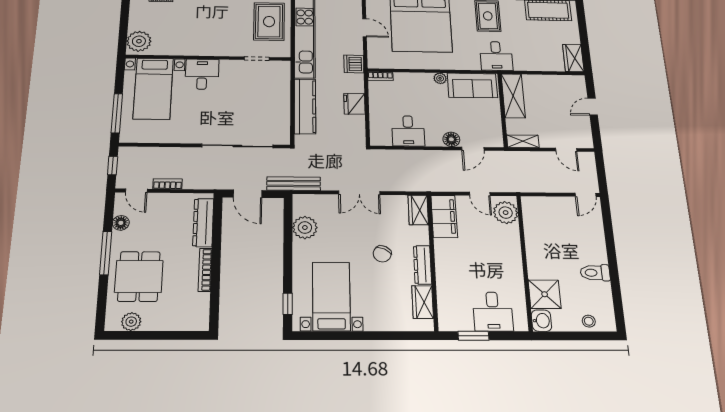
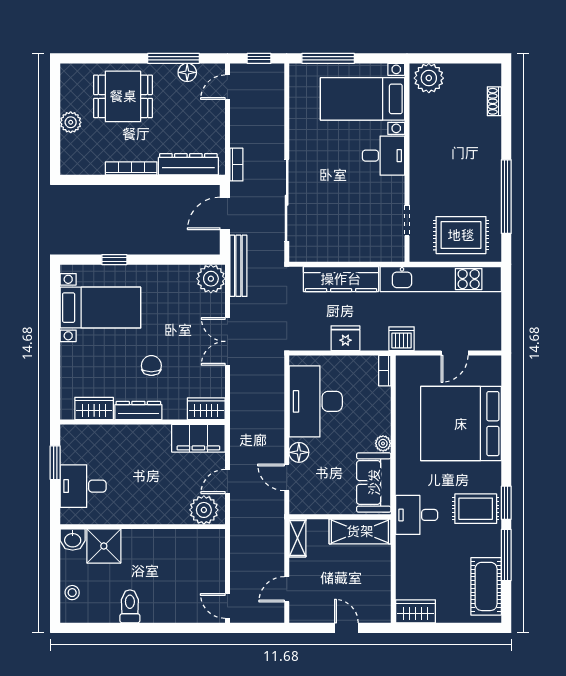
desk: (408, 131) -> (316, 401), width x1.87, depth x1.30
bookcase: (168, 184) -> (236, 165), moved
plant: (305, 228) -> (211, 279), moved
window: (106, 253) -> (174, 58), moved
chair: (382, 254) -> (151, 366), turned 64
window: (288, 304) -> (114, 260), moved
plant: (131, 322) -> (71, 122), moved

